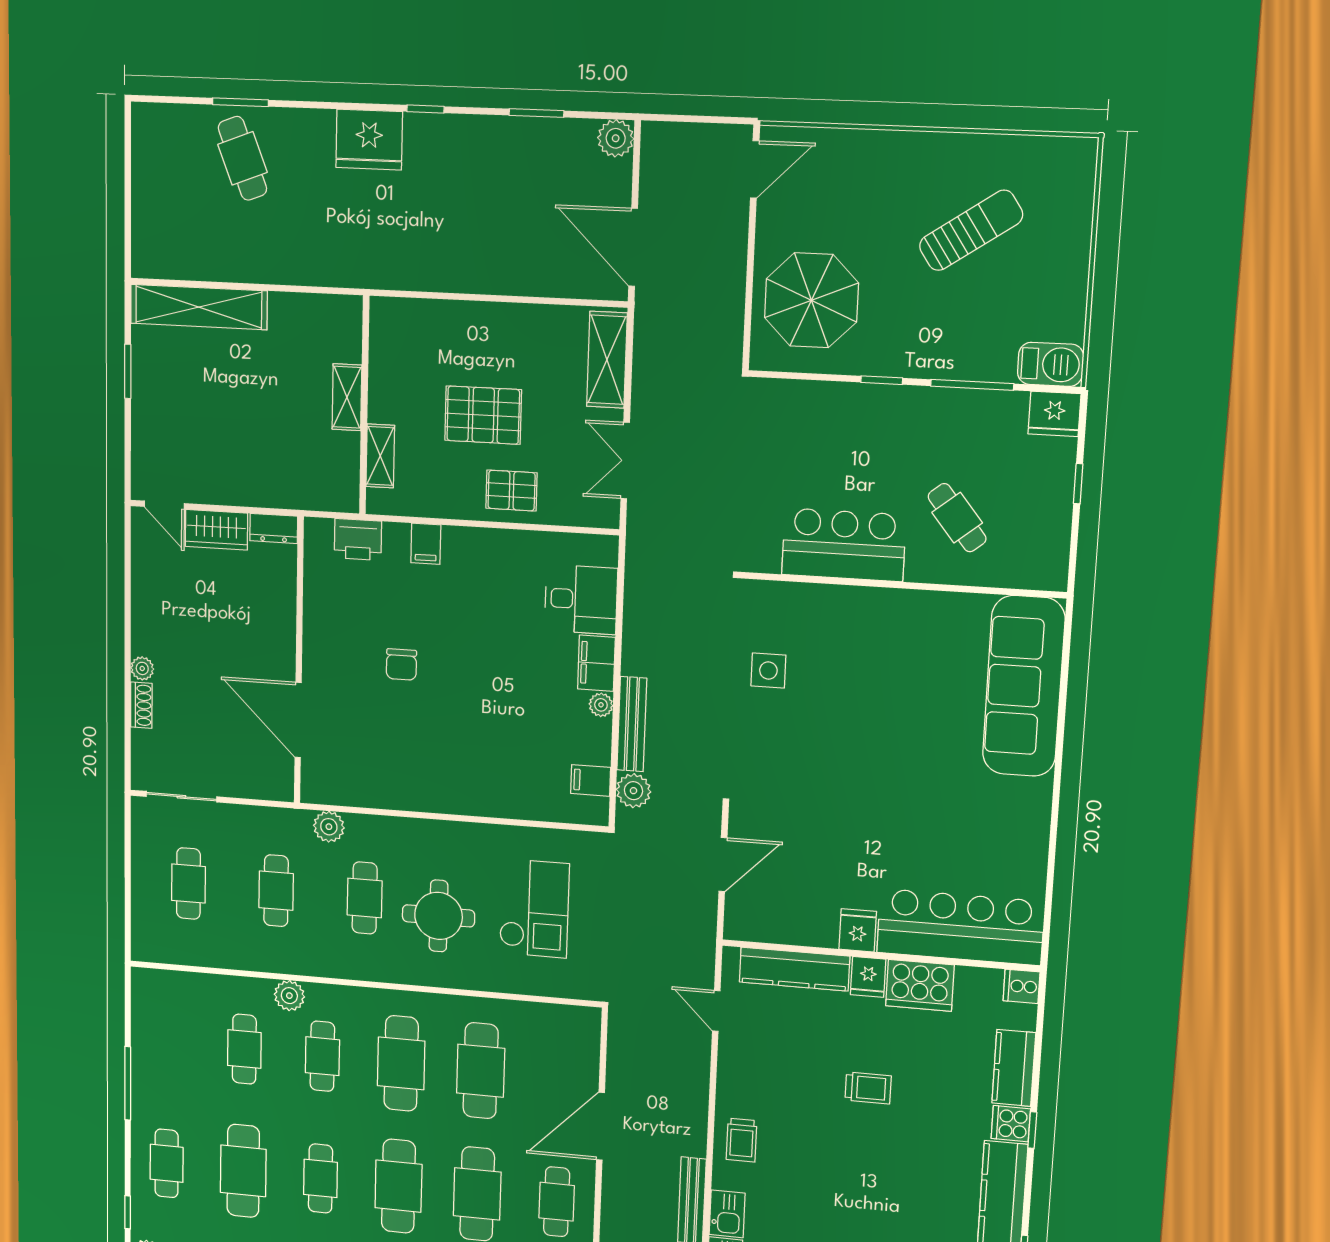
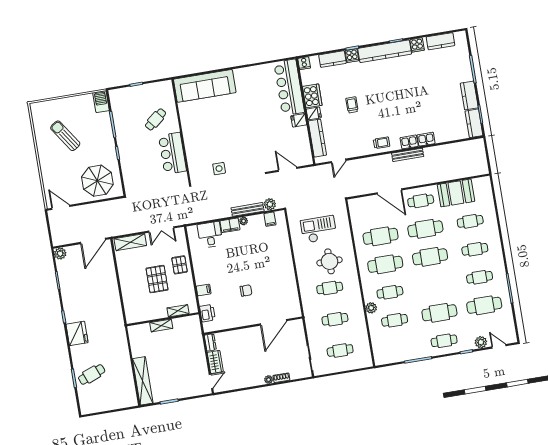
fridge: (1054, 414) -> (116, 97), removed
plant: (329, 827) -> (308, 305), removed
cafe table: (320, 1178) -> (435, 285), removed

